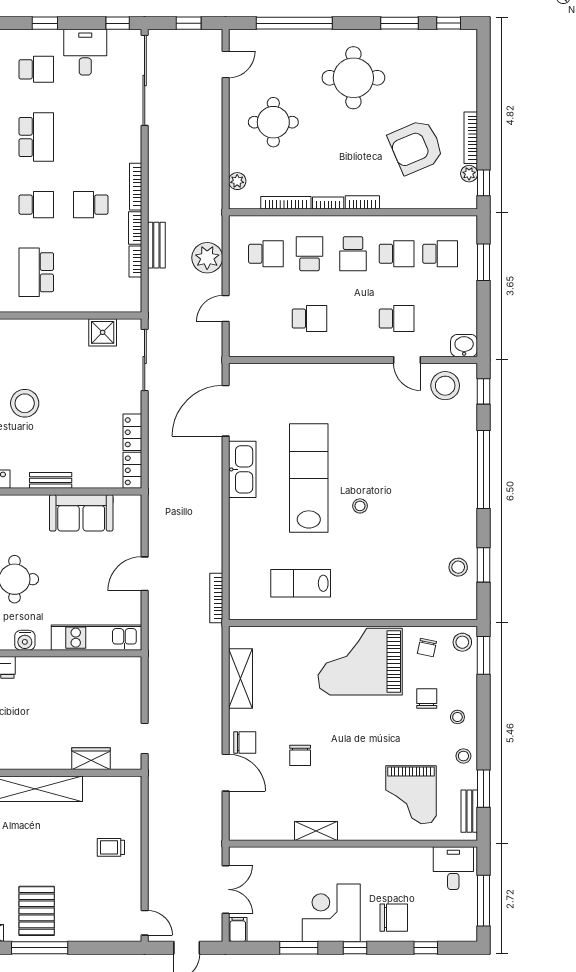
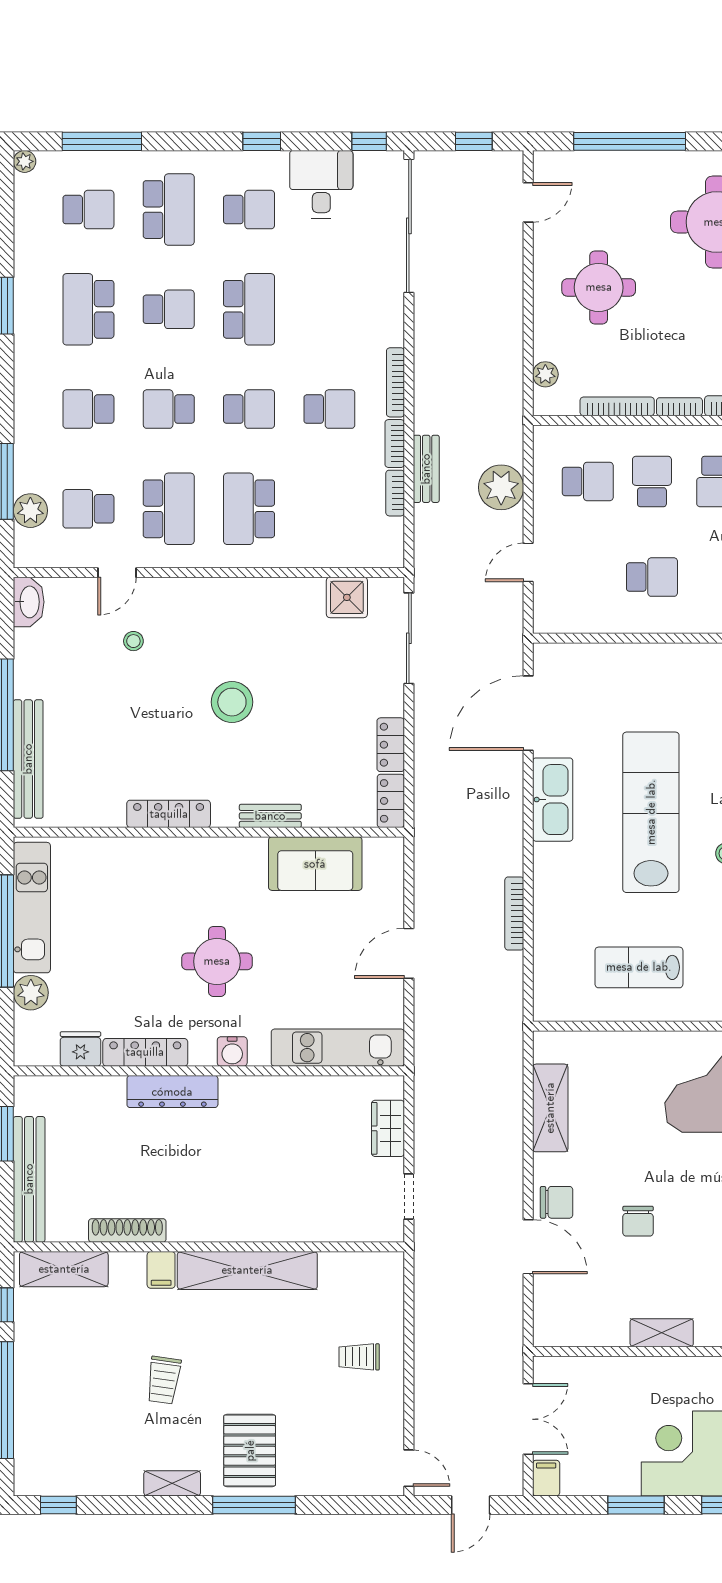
school desk: (91, 205) -> (329, 409), turned 180
bookcase: (216, 598) -> (514, 914), moved
wardrobe: (91, 759) -> (388, 1128), moved, turned -90

